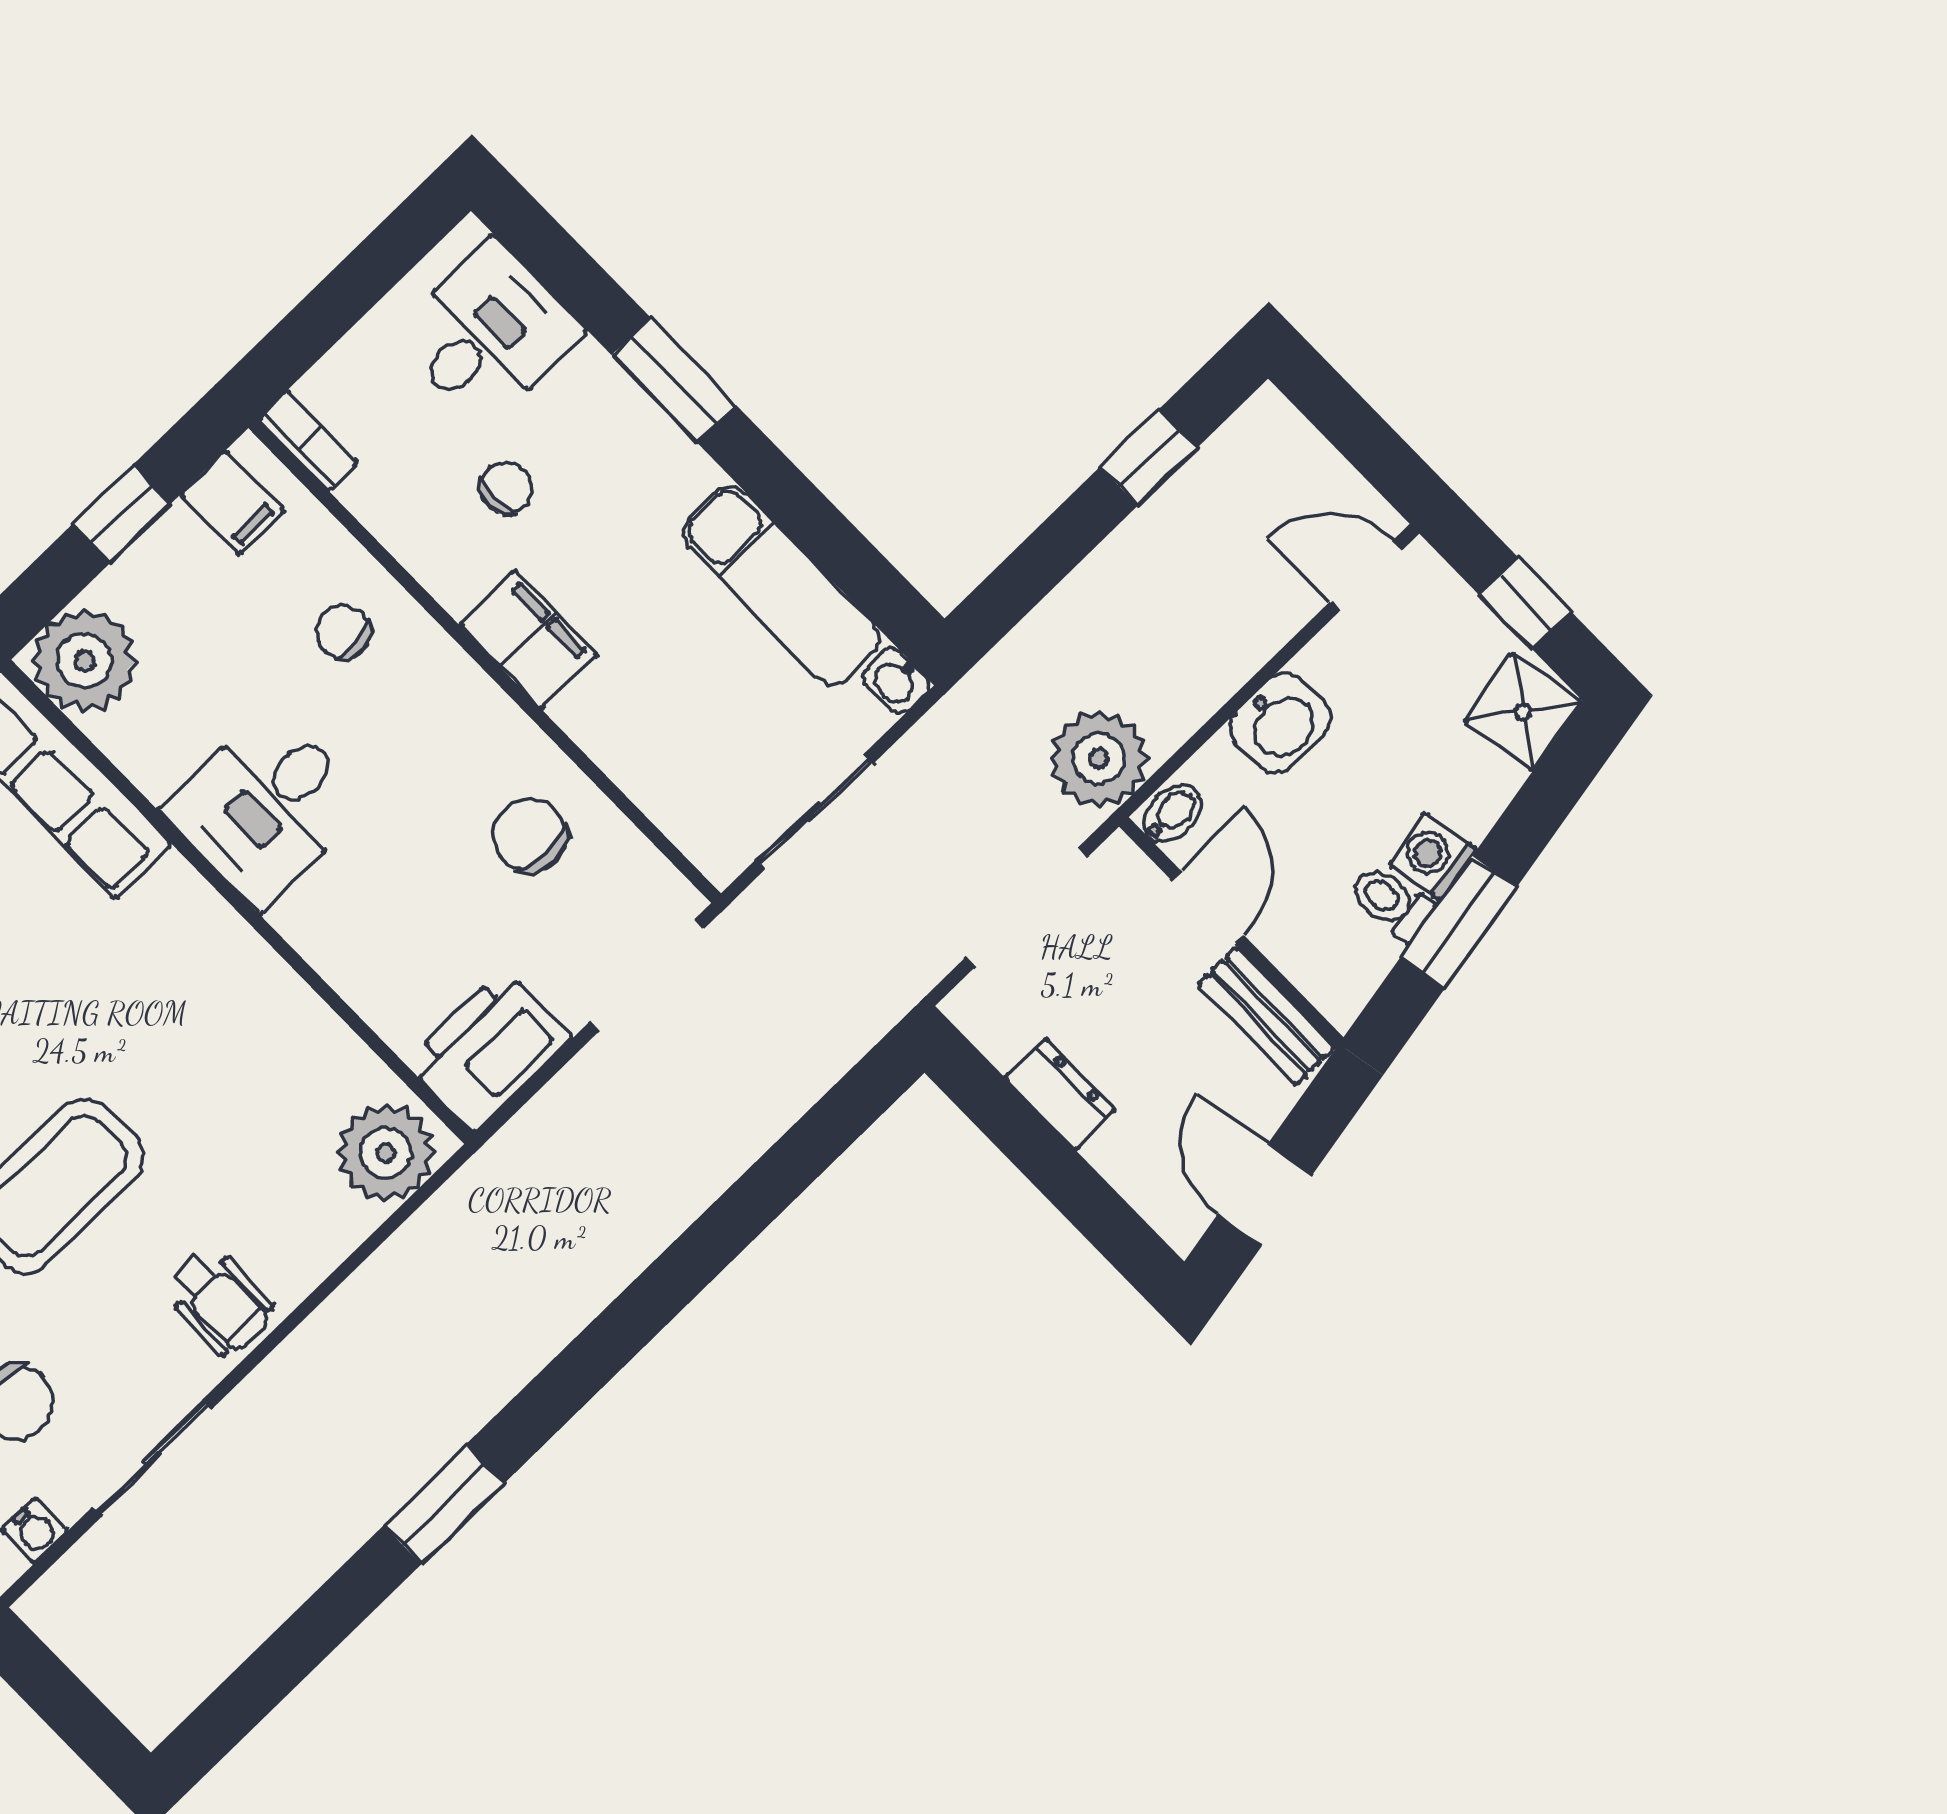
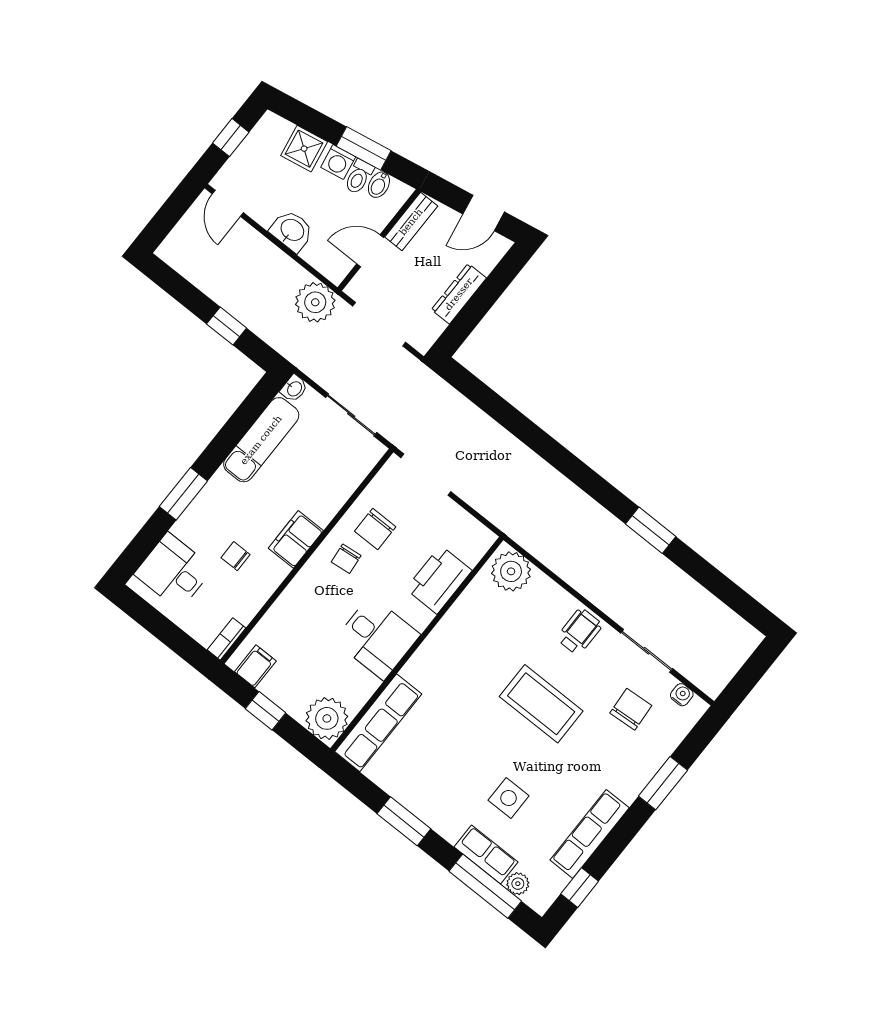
window: (1149, 457) -> (227, 326), moved
chair: (343, 632) -> (346, 559), moved
shower: (1523, 712) -> (304, 149), moved
bidet: (1172, 814) -> (379, 185), moved, turned -100
printer: (489, 1050) -> (439, 580), moved, turned 90
dresser: (1061, 1094) -> (459, 294), width x1.44

